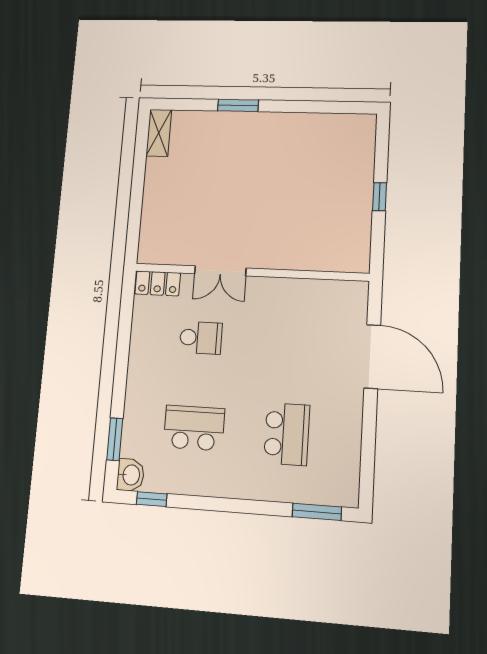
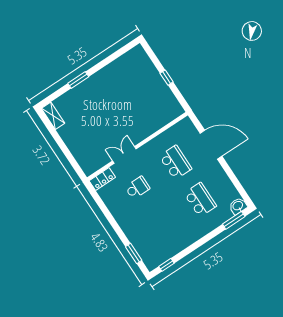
double door: (220, 271) -> (124, 155), swing flipped
school desk: (194, 428) -> (175, 162), moved, turned 90
washbasin: (131, 475) -> (238, 206), moved, turned -90

